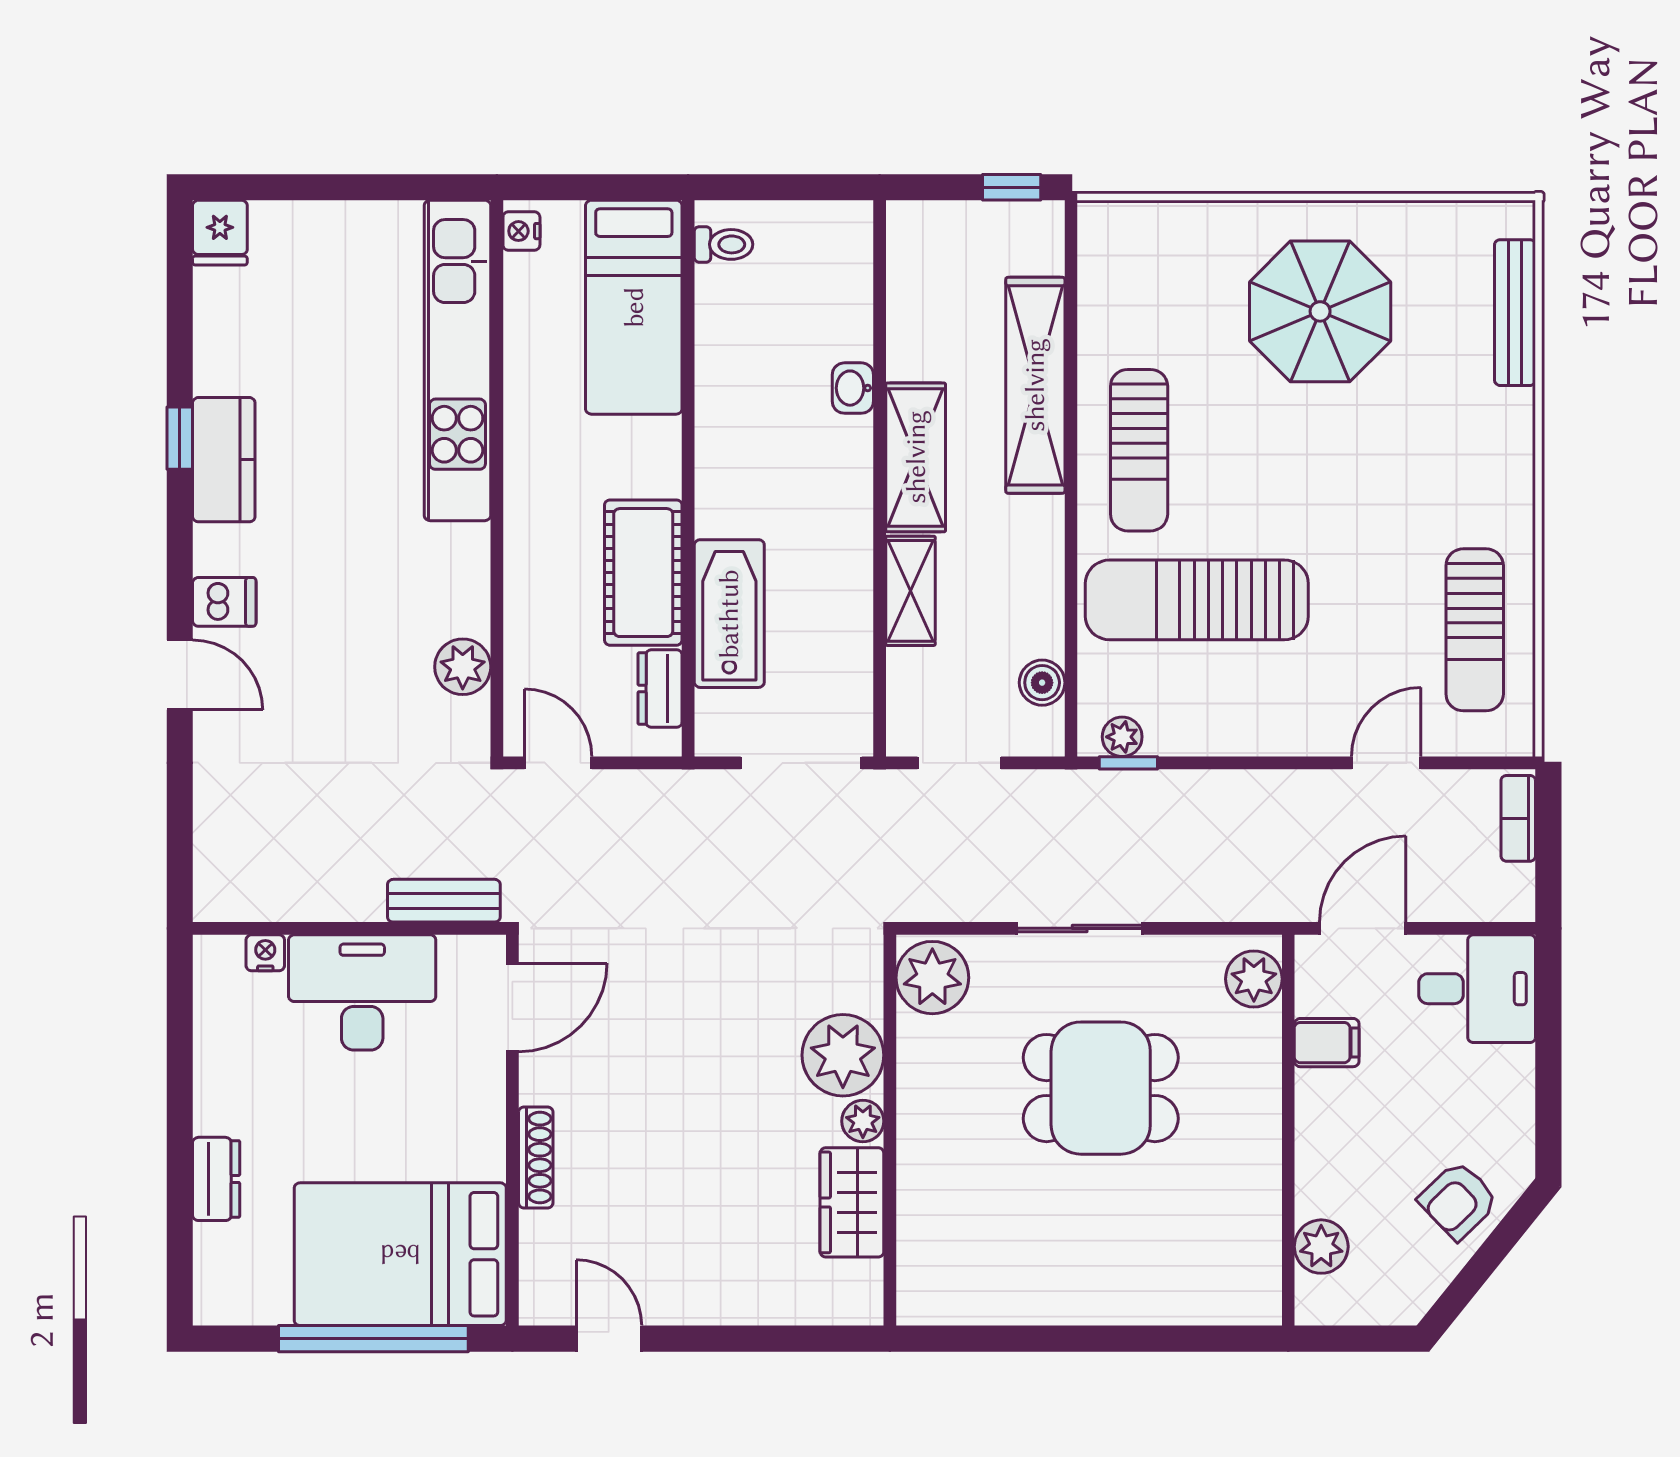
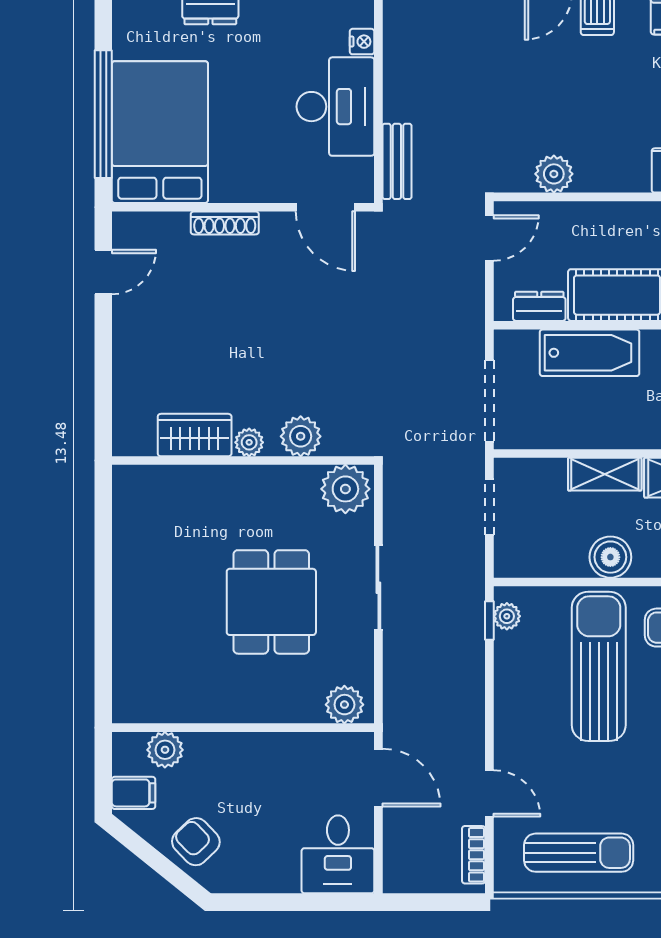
sun lounger: (1475, 630) -> (579, 853), turned 180
boiler: (1042, 683) -> (610, 557), moved, width x1.36, depth x1.36
bookcase: (1518, 818) -> (474, 855), moved, turned -90
filing cabinet: (1327, 1043) -> (134, 793), moved, turned -90
plant: (843, 1055) -> (301, 436), width x0.73, depth x0.73

